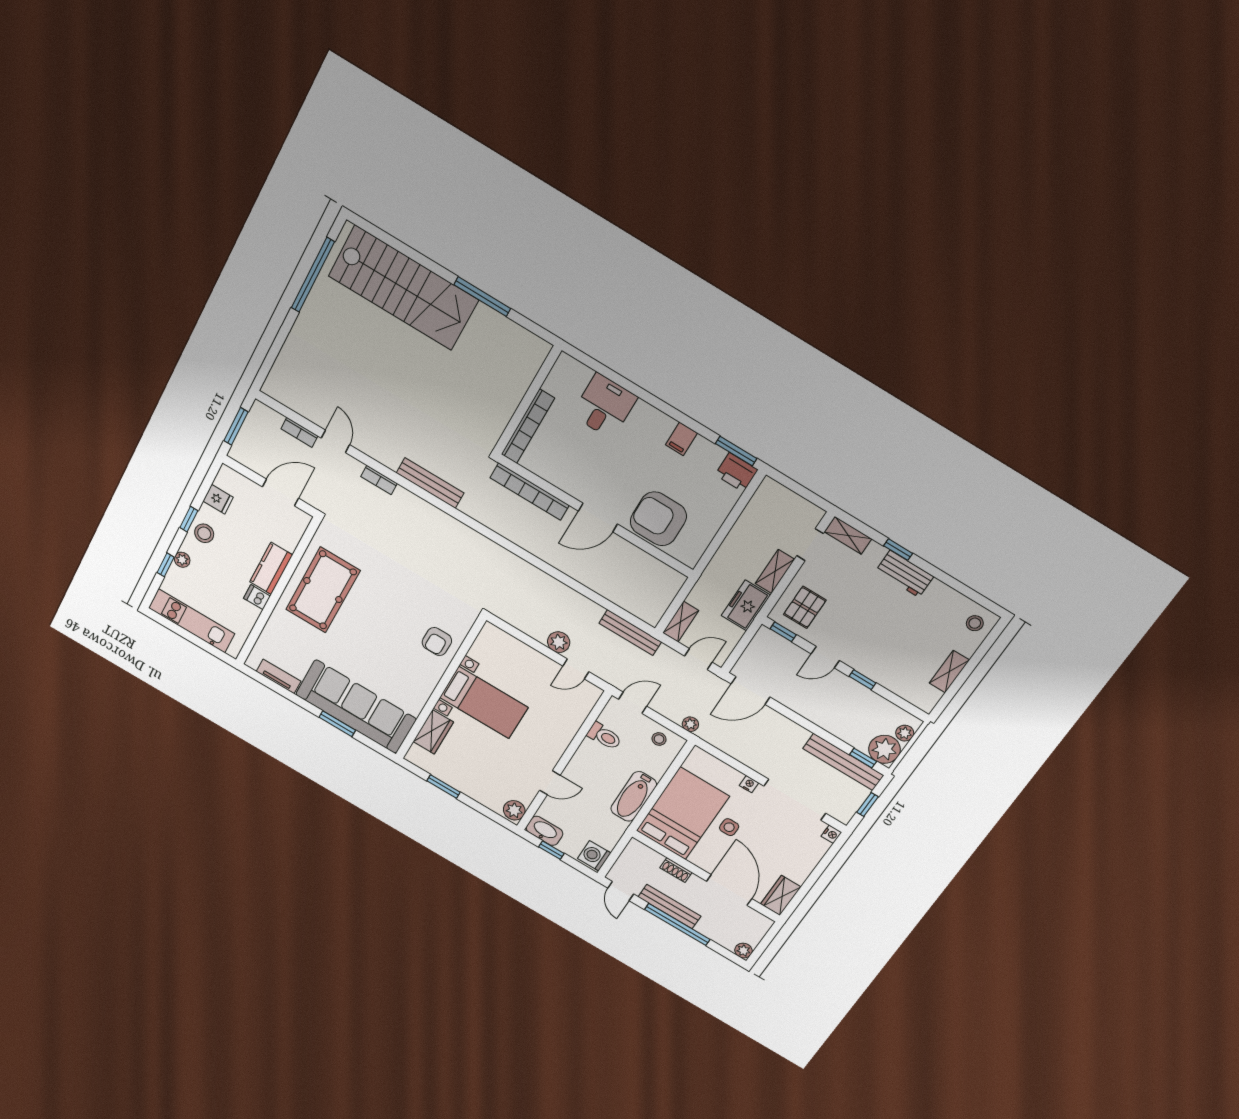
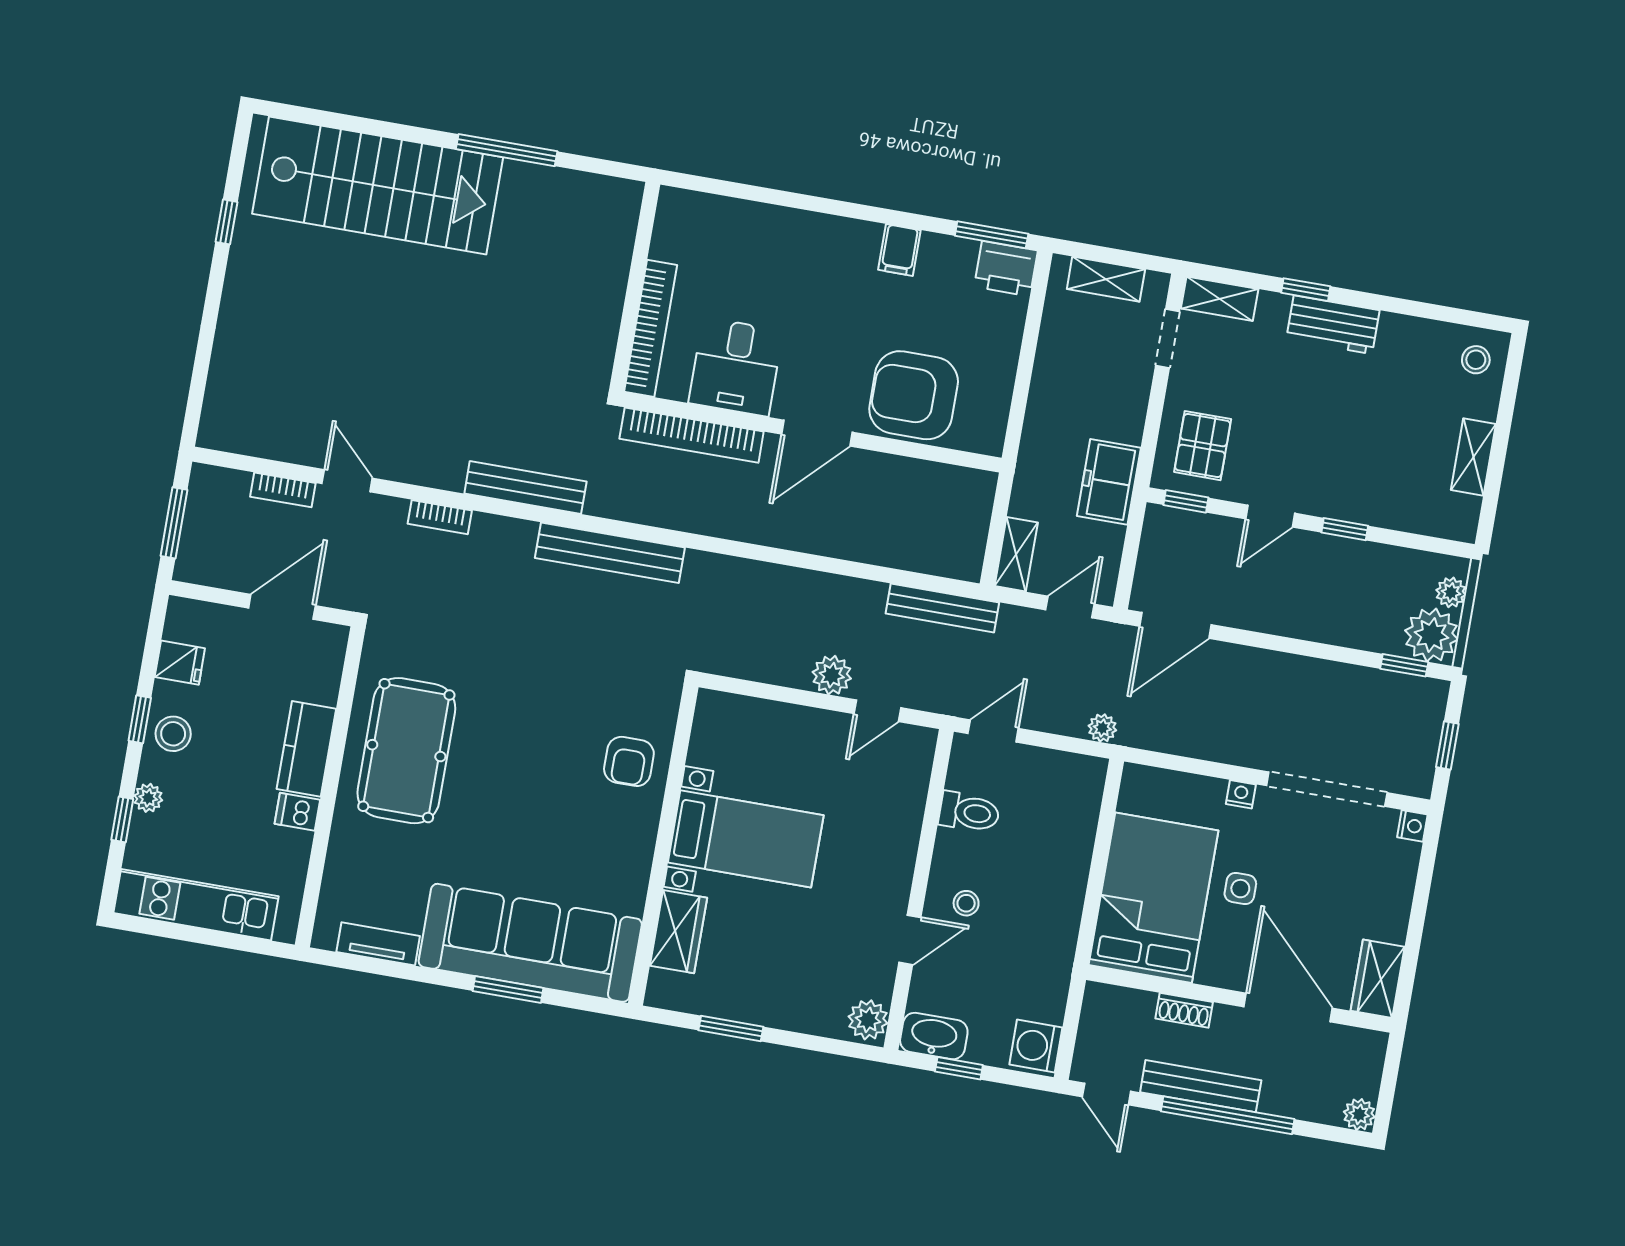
window: (313, 275) -> (226, 222), width x0.32
desk: (604, 406) -> (736, 367), moved, turned 180
shelving: (775, 571) -> (1106, 279), moved, turned 90
stool: (659, 739) -> (966, 903), moved
bench: (843, 762) -> (610, 553), moved
bathtub: (634, 796) -> (1060, 903), removed

